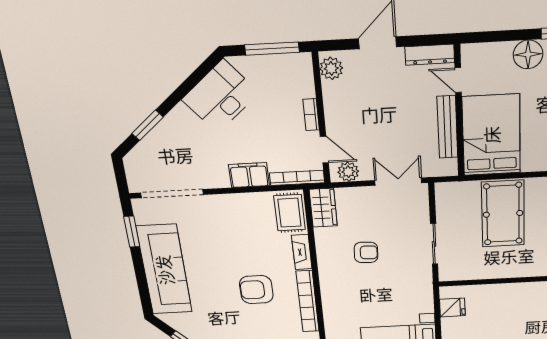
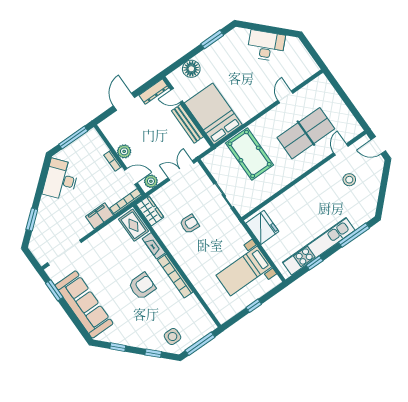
floor lamp: (528, 54) -> (191, 69), moved
plant: (331, 68) -> (124, 151), moved
armchair: (256, 290) -> (142, 286), turned 180
fridge: (452, 307) -> (262, 227), width x1.88, depth x1.34

